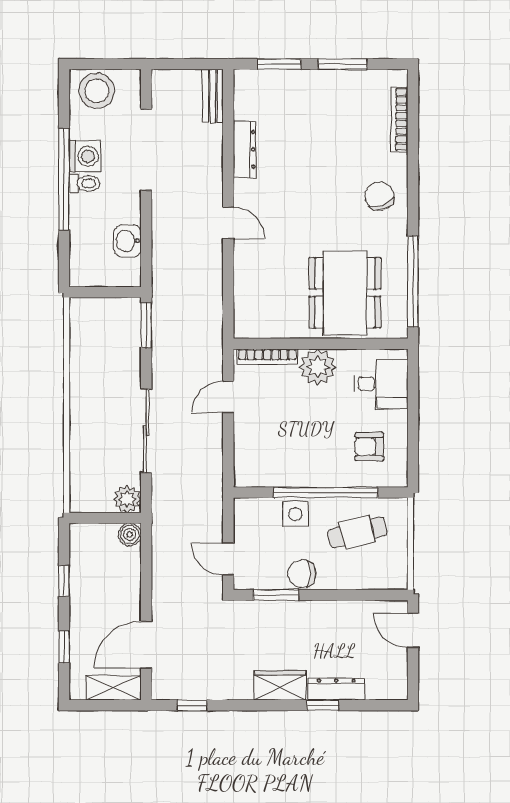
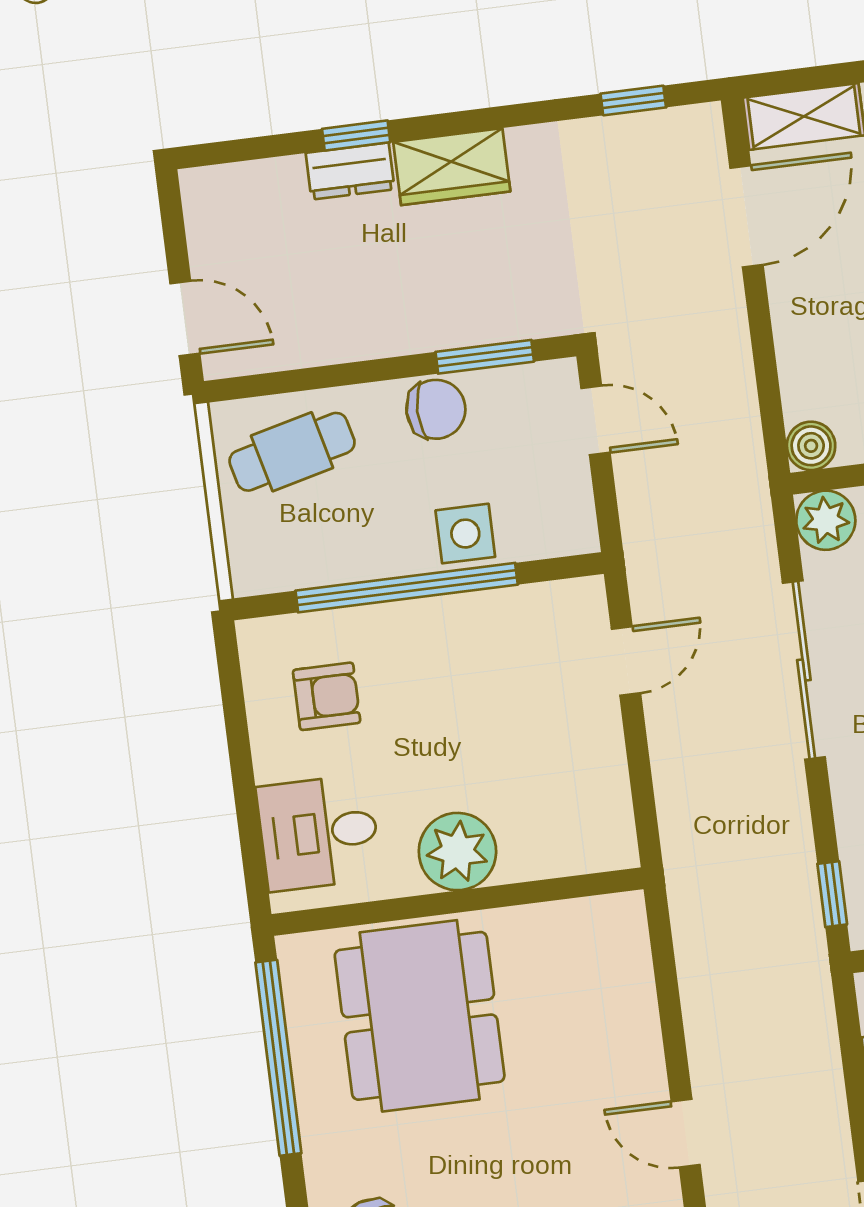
window: (146, 325) -> (832, 894), width x0.67
bookcase: (267, 357) -> (567, 860), removed
door: (228, 397) -> (626, 661), moved
cafe table: (357, 532) -> (292, 452), moved
dresser: (336, 689) -> (350, 171), width x0.70

